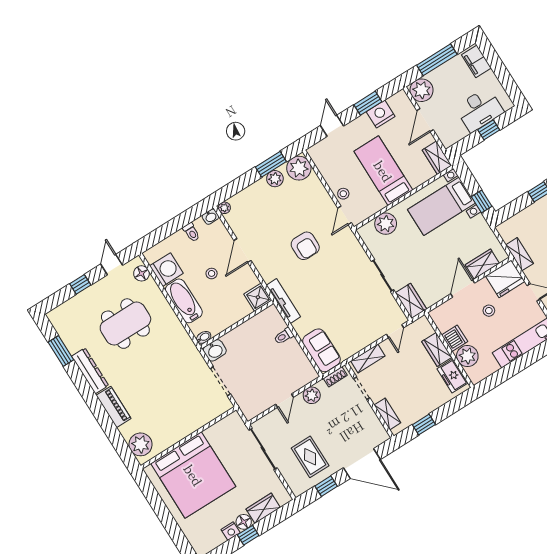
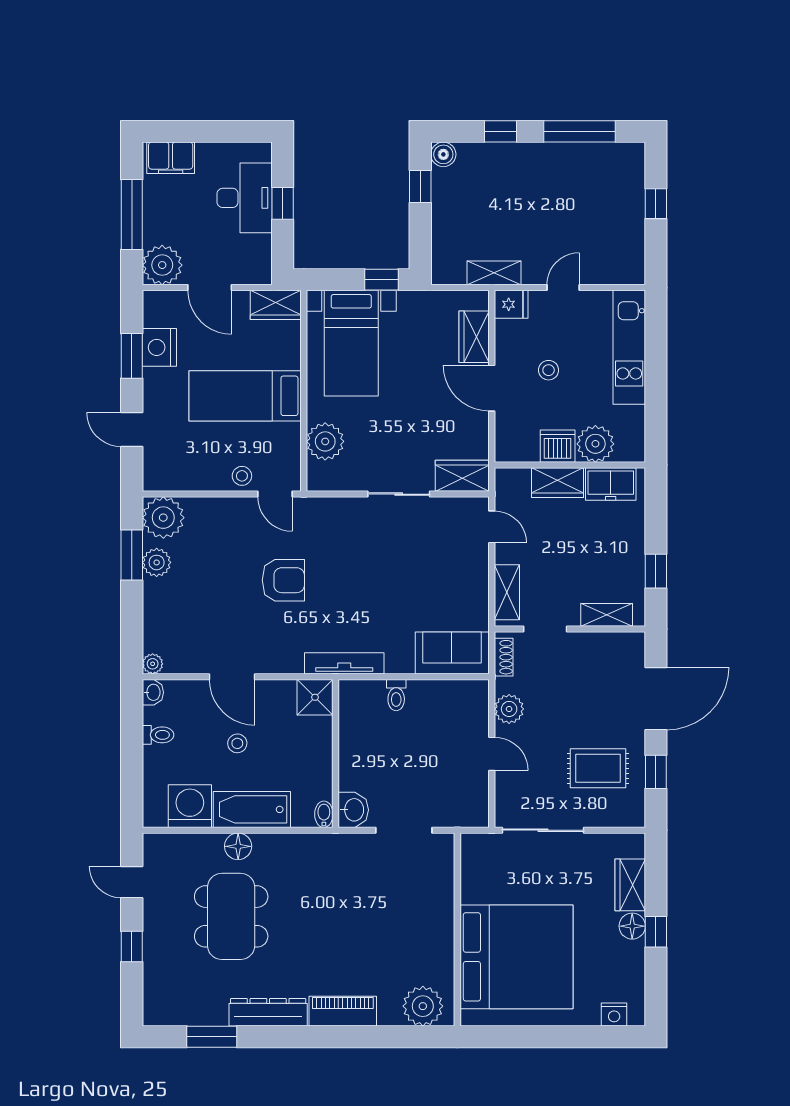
floor lamp: (141, 273) -> (238, 846), moved
fridge: (505, 279) -> (511, 304), width x0.53, depth x0.75
nightstand: (231, 531) -> (614, 1015), moved, turned 90

